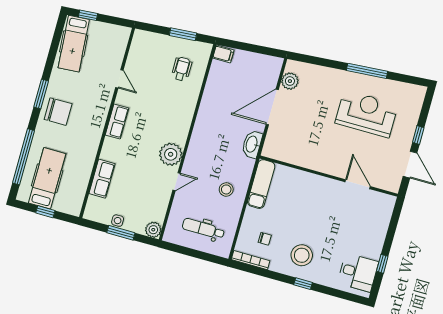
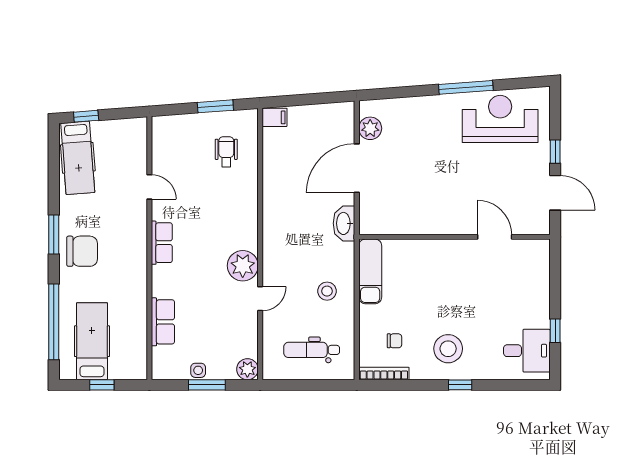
reception desk: (367, 114) -> (500, 119), moved

